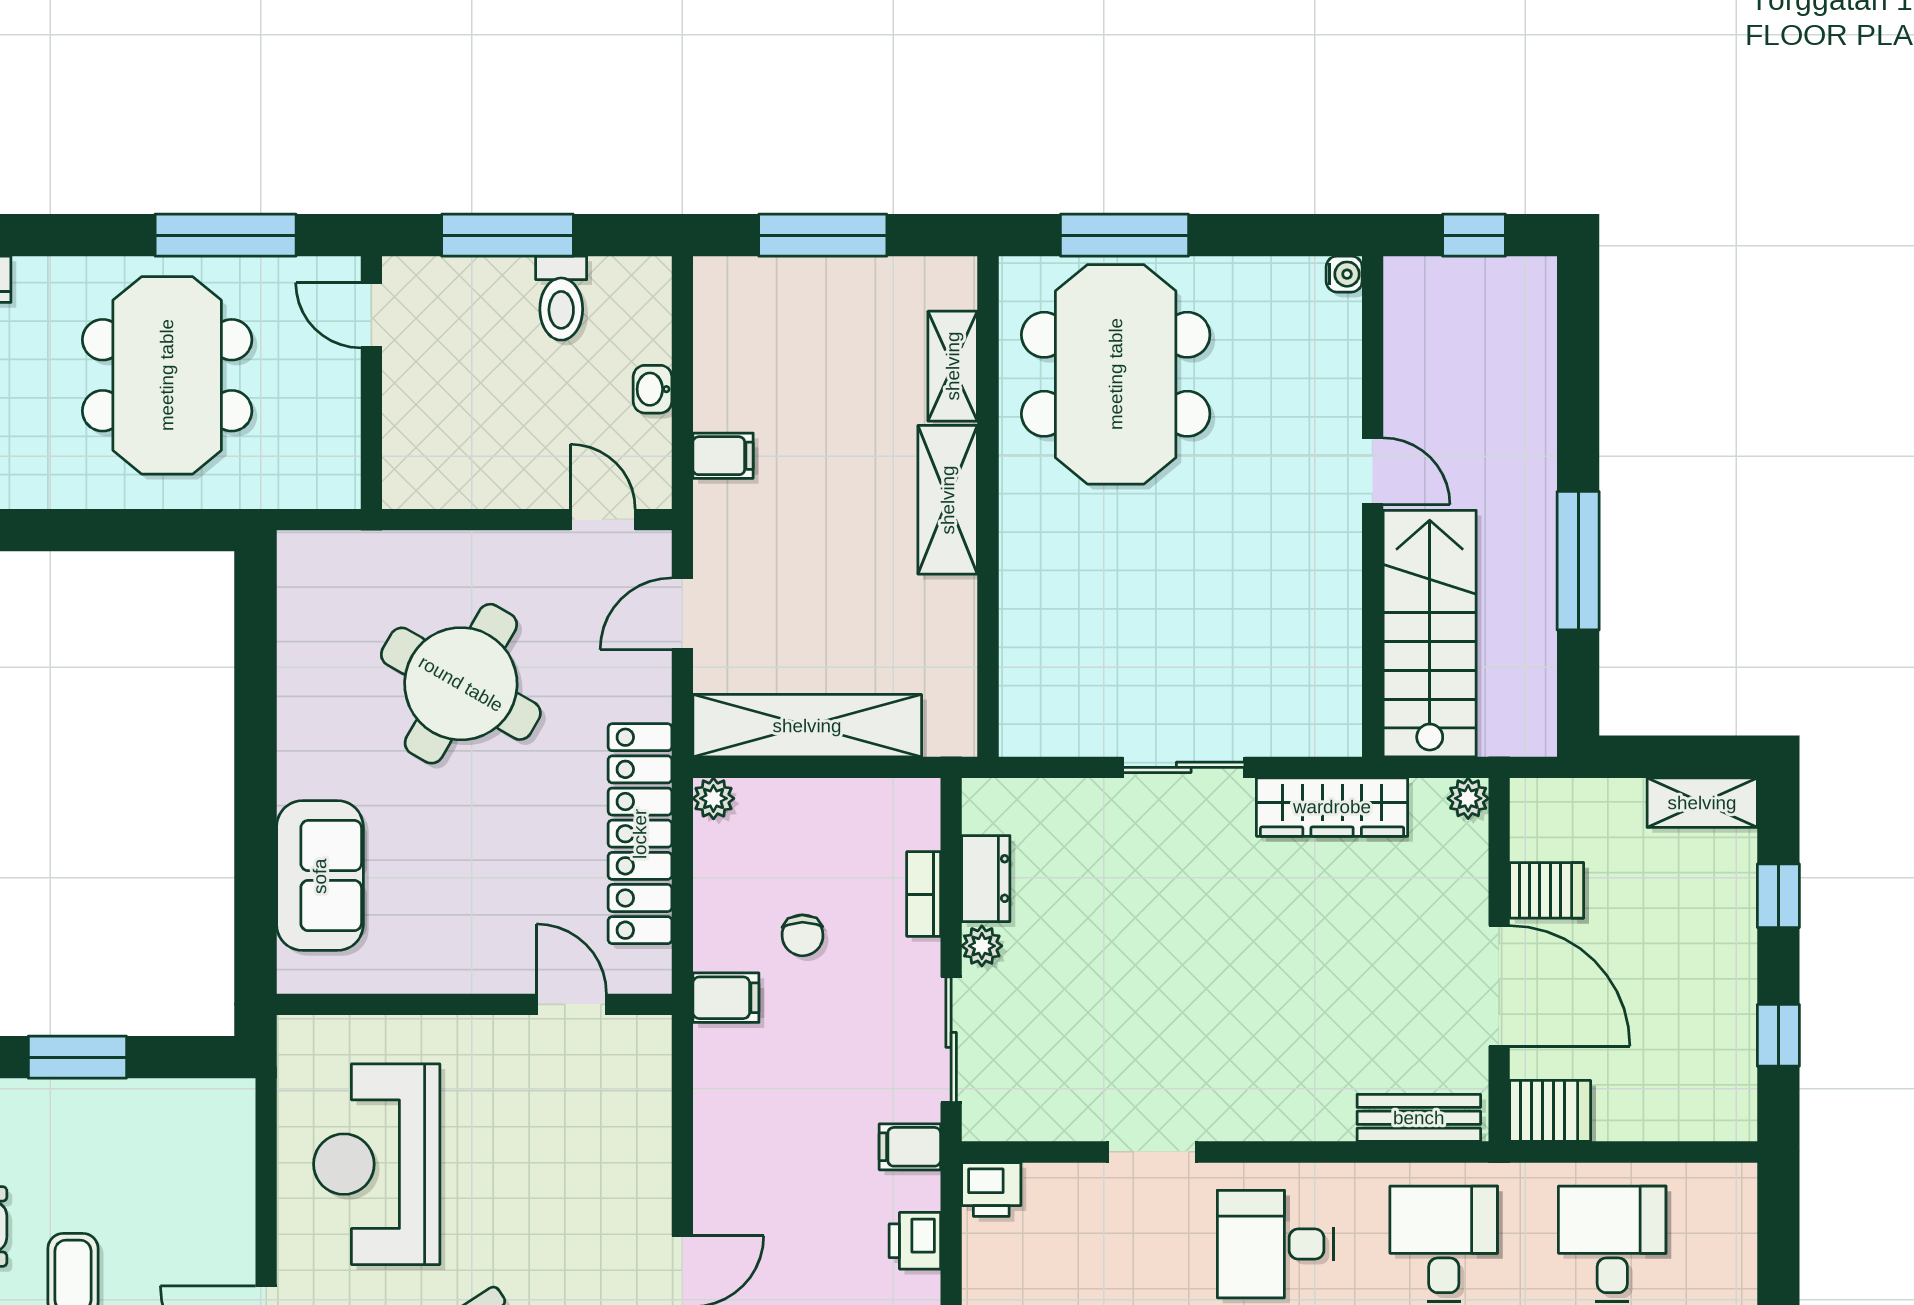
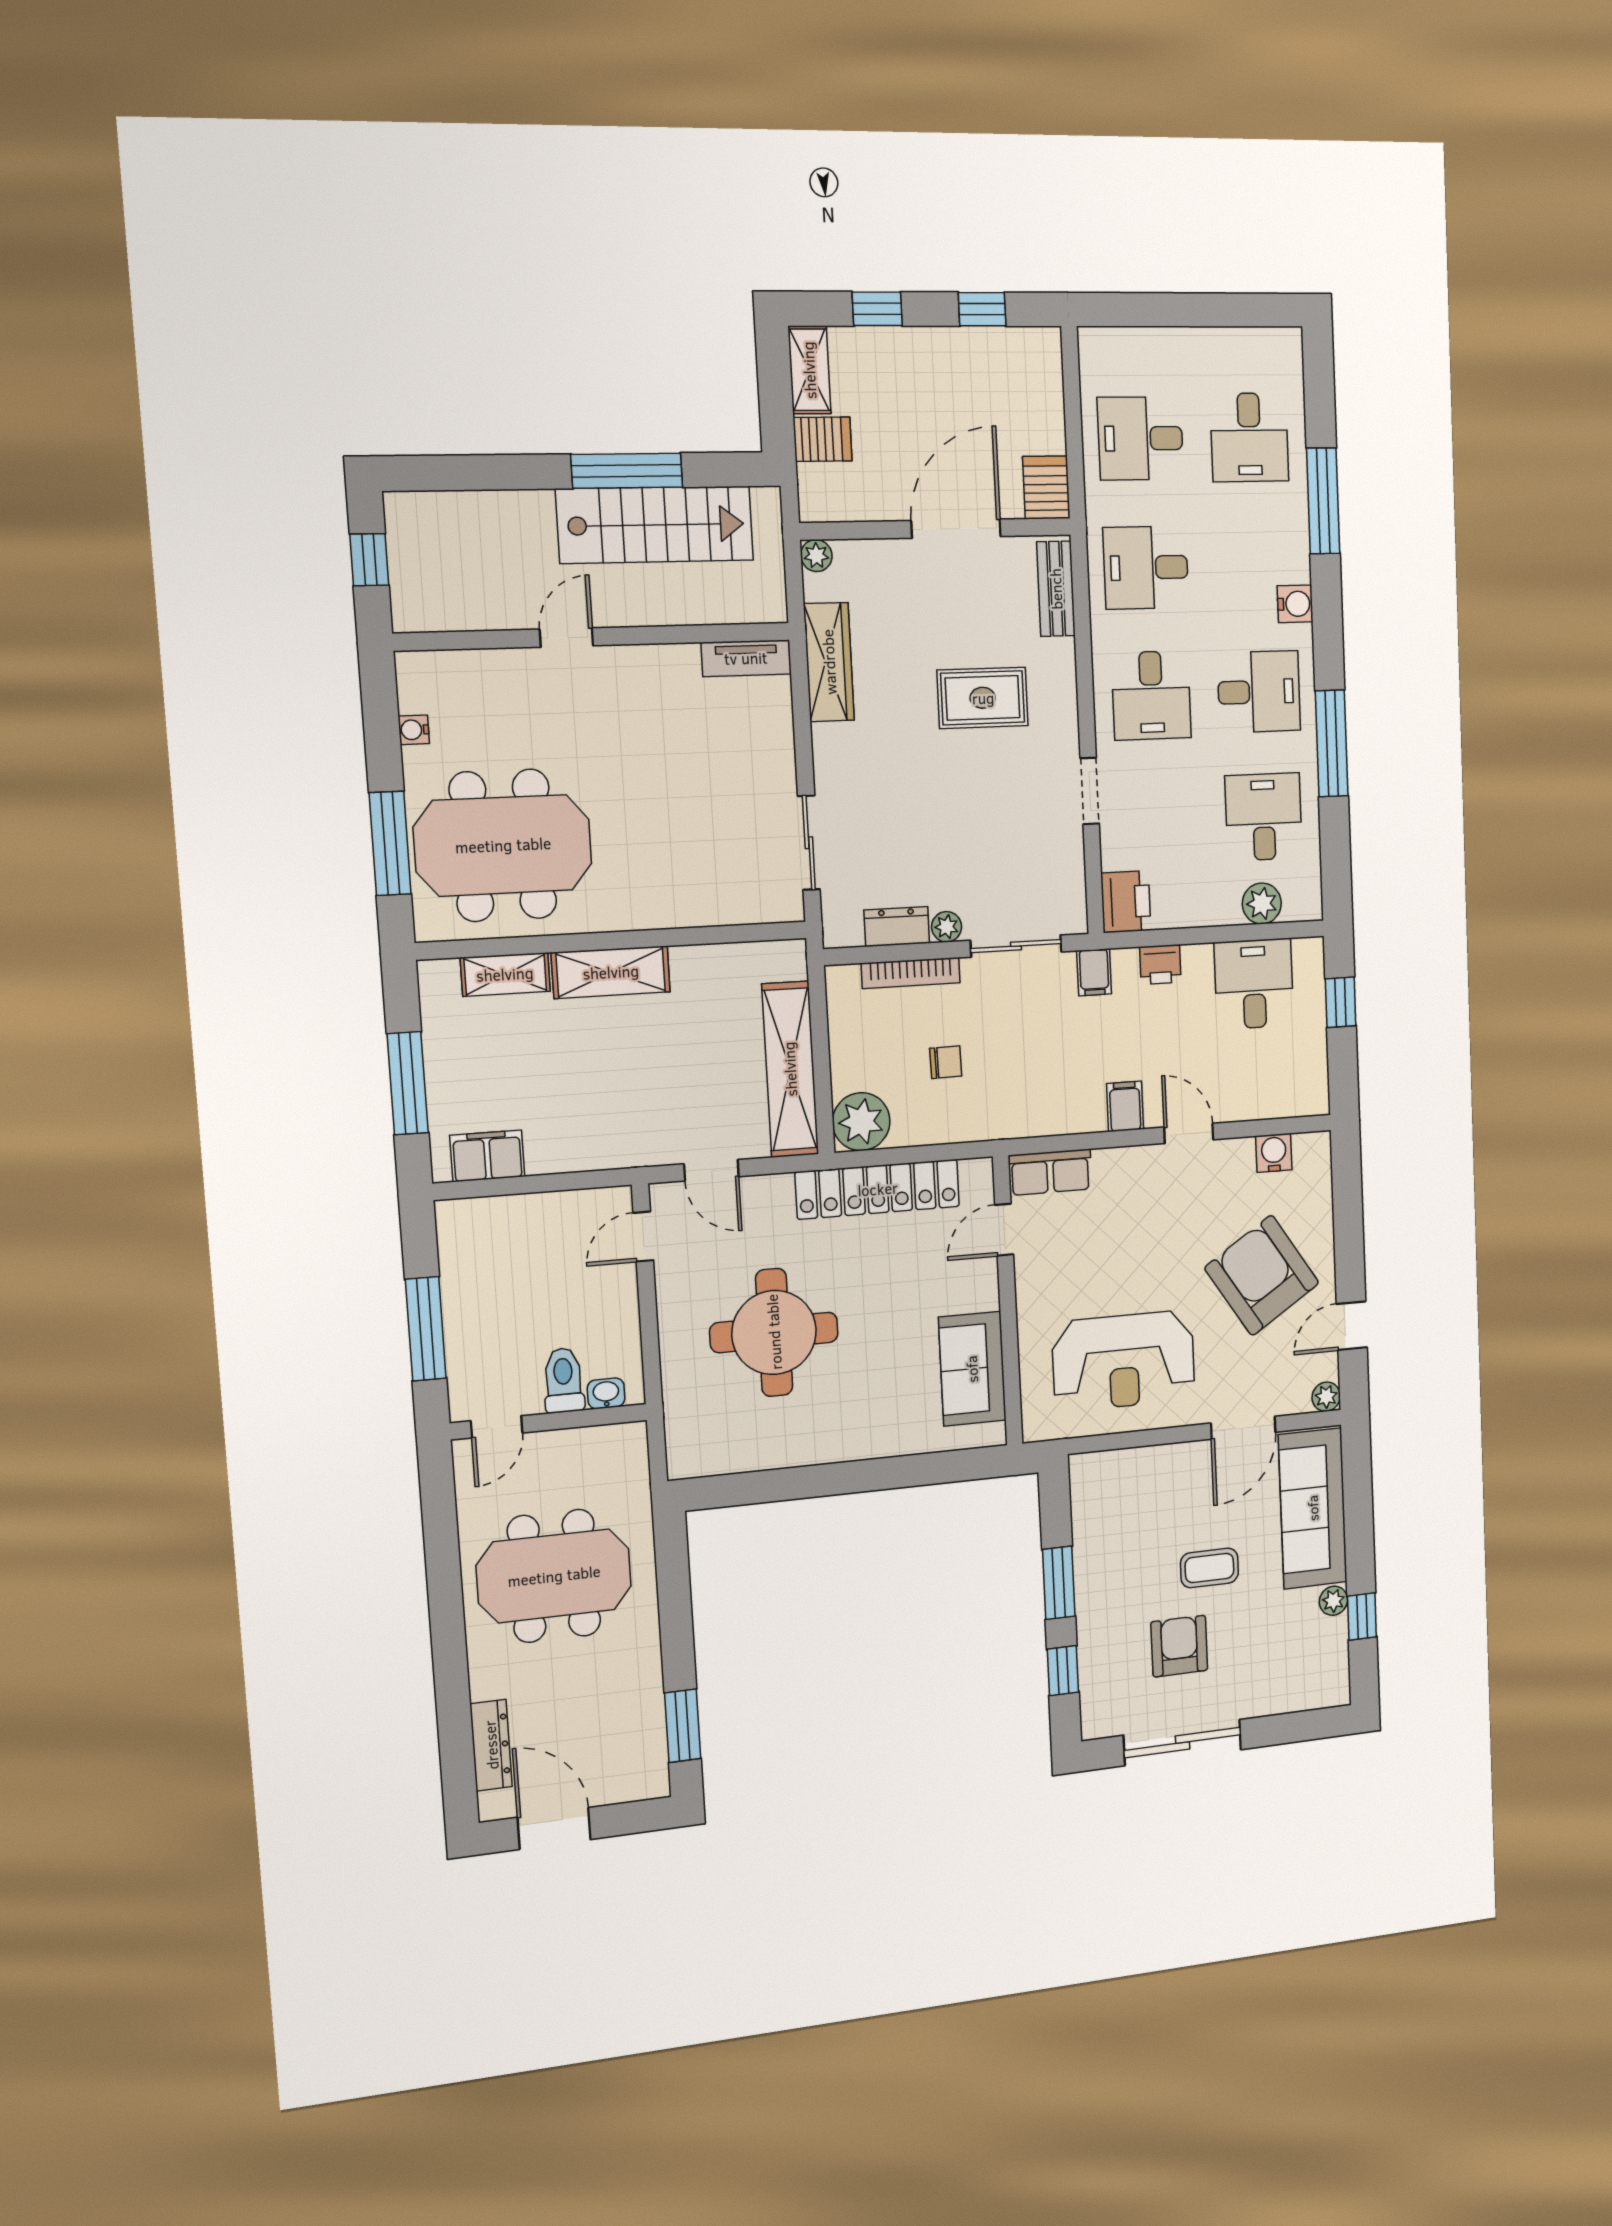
window: (226, 235) -> (441, 1544), removed
water cooler: (1344, 274) -> (414, 730), moved, turned -90
toilet: (561, 298) -> (564, 1380), moved, turned -90
washbasin: (653, 389) -> (606, 1393), moved, turned 180
filing cabinet: (723, 456) -> (487, 1156), moved, width x2.00
stairs: (1430, 634) -> (655, 525), moved, turned 180
round table: (461, 684) -> (774, 1332), turned -30
tv unit: (1340, 699) -> (746, 658), added
sliding door: (1184, 767) -> (809, 843), moved
plant: (713, 798) -> (861, 1122), width x1.87, depth x1.87
sofa: (320, 876) -> (972, 1369), moved, turned -90
server rack: (1547, 890) -> (823, 439), moved, turned 90
bookcase: (924, 894) -> (911, 973), width x1.56
filing cabinet: (726, 998) -> (1125, 1106), moved
rug: (1280, 1010) -> (983, 698), added
row of seats: (644, 1072) -> (1050, 1172), added
printer: (991, 1189) -> (1126, 902), width x1.36, depth x1.24

